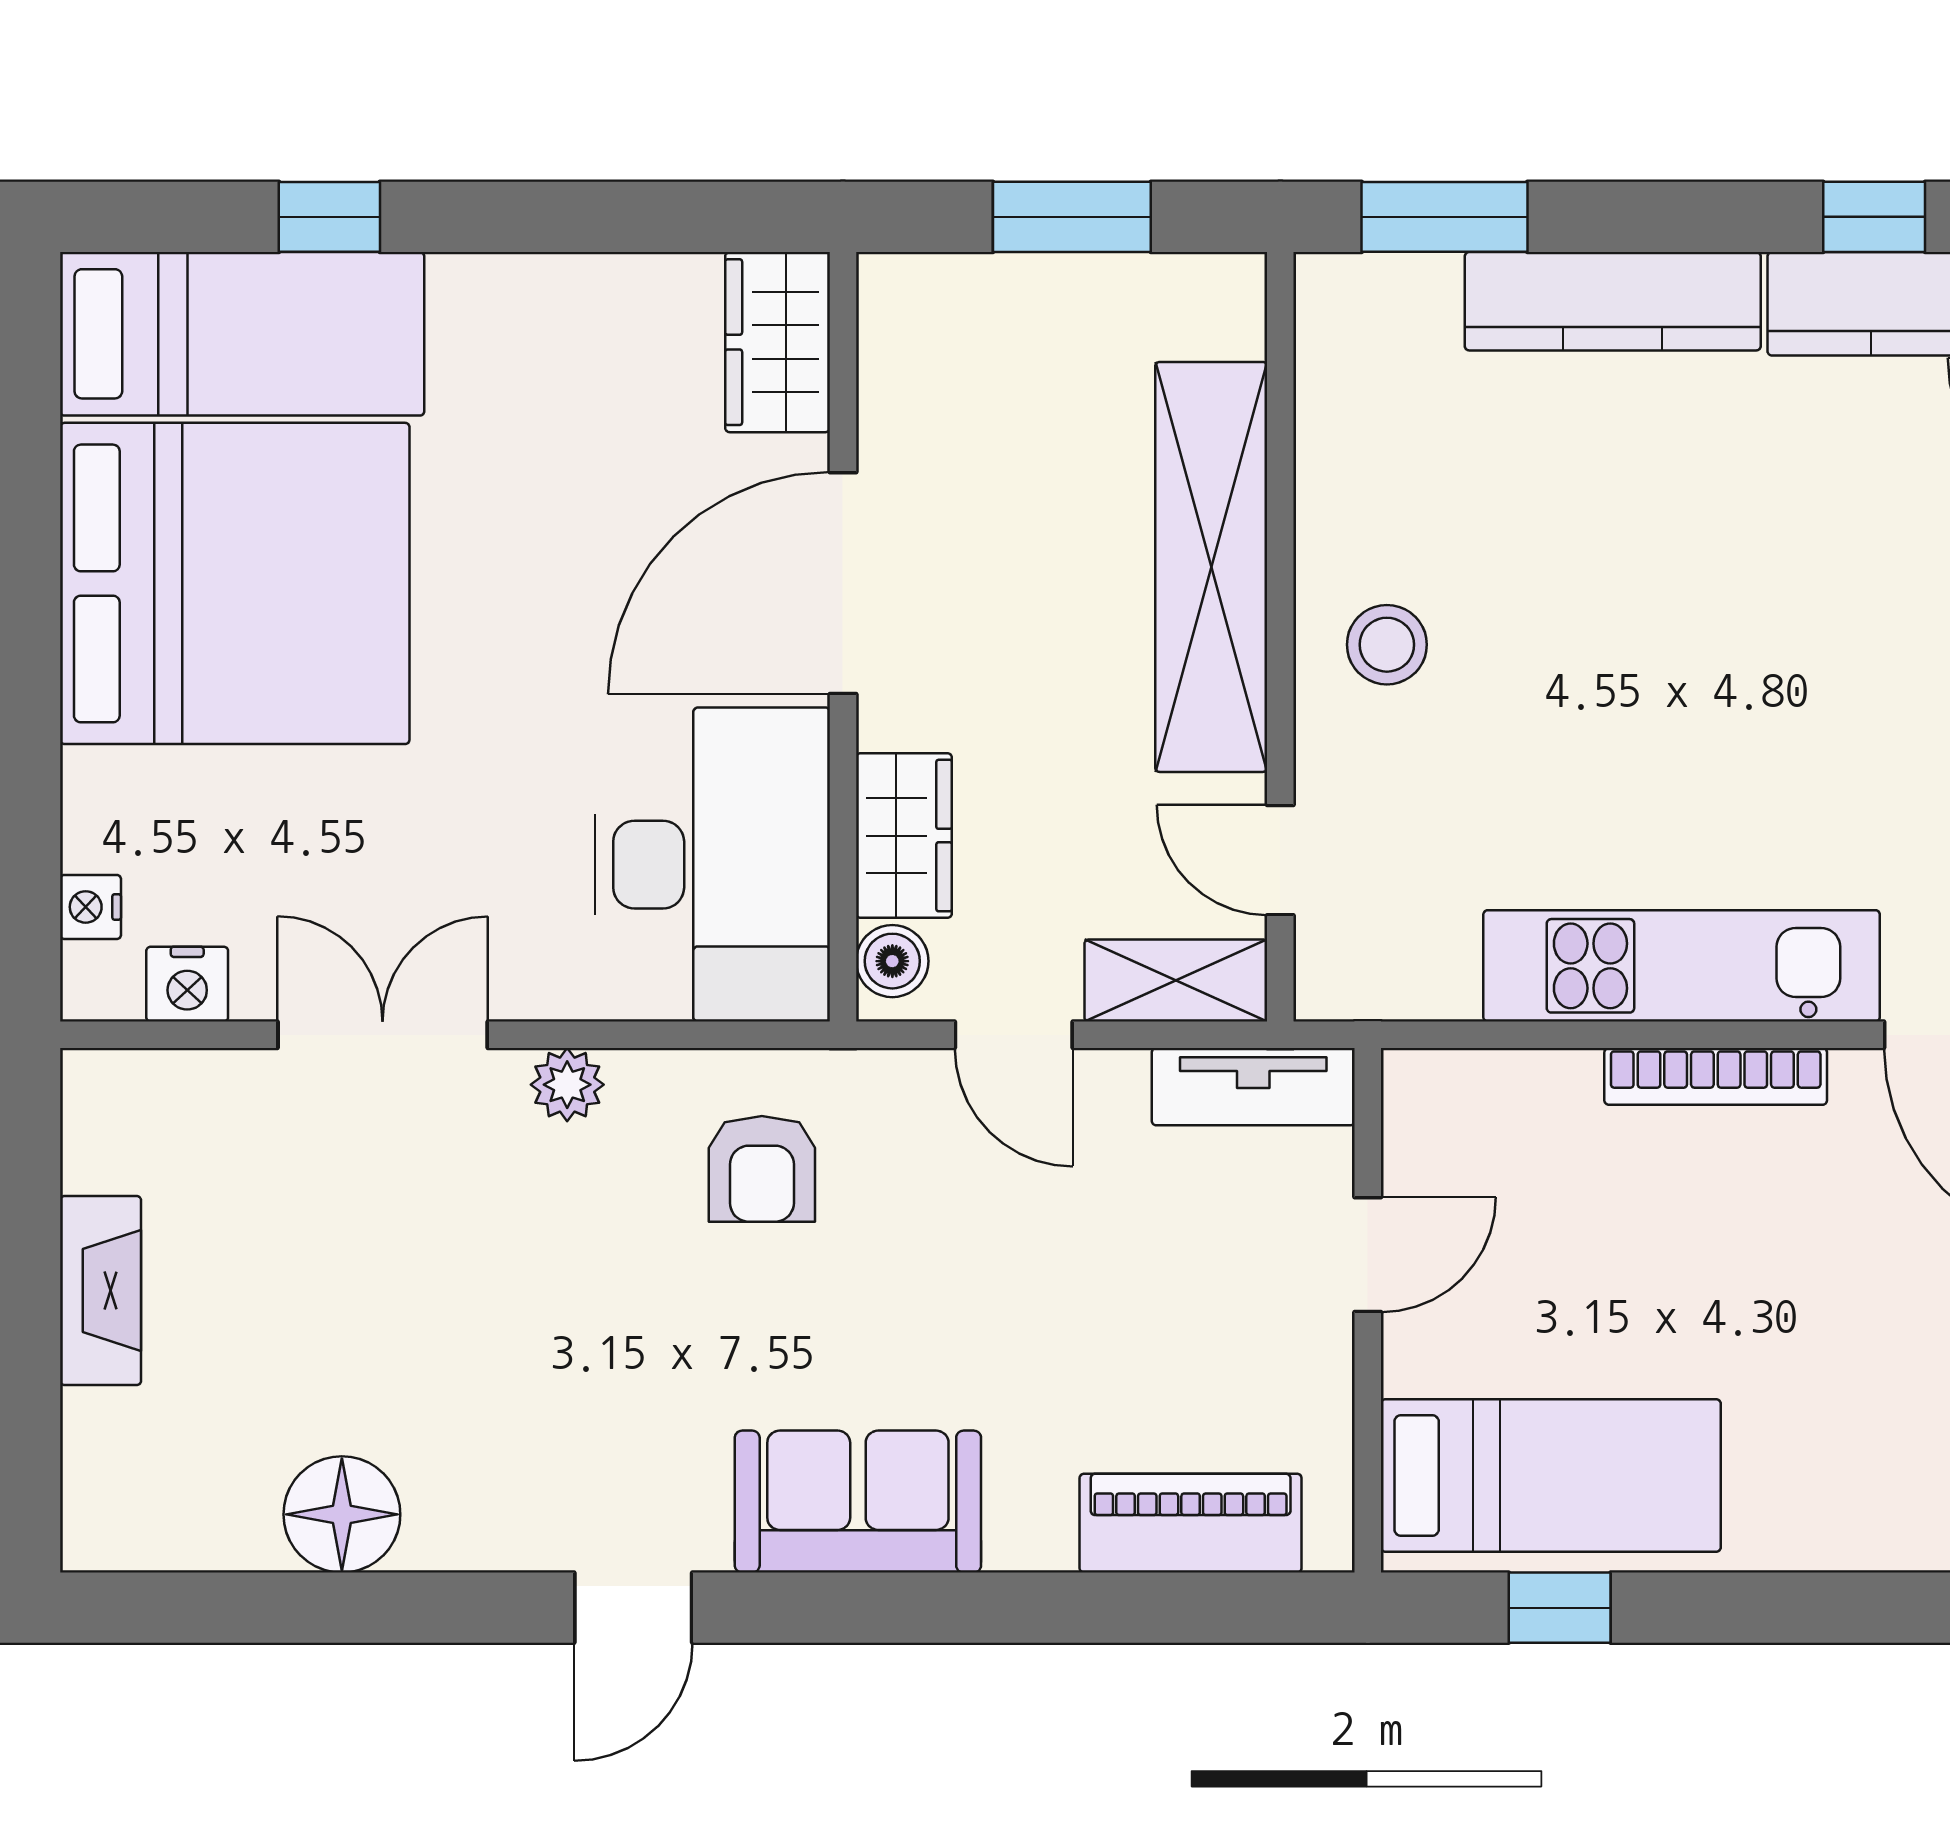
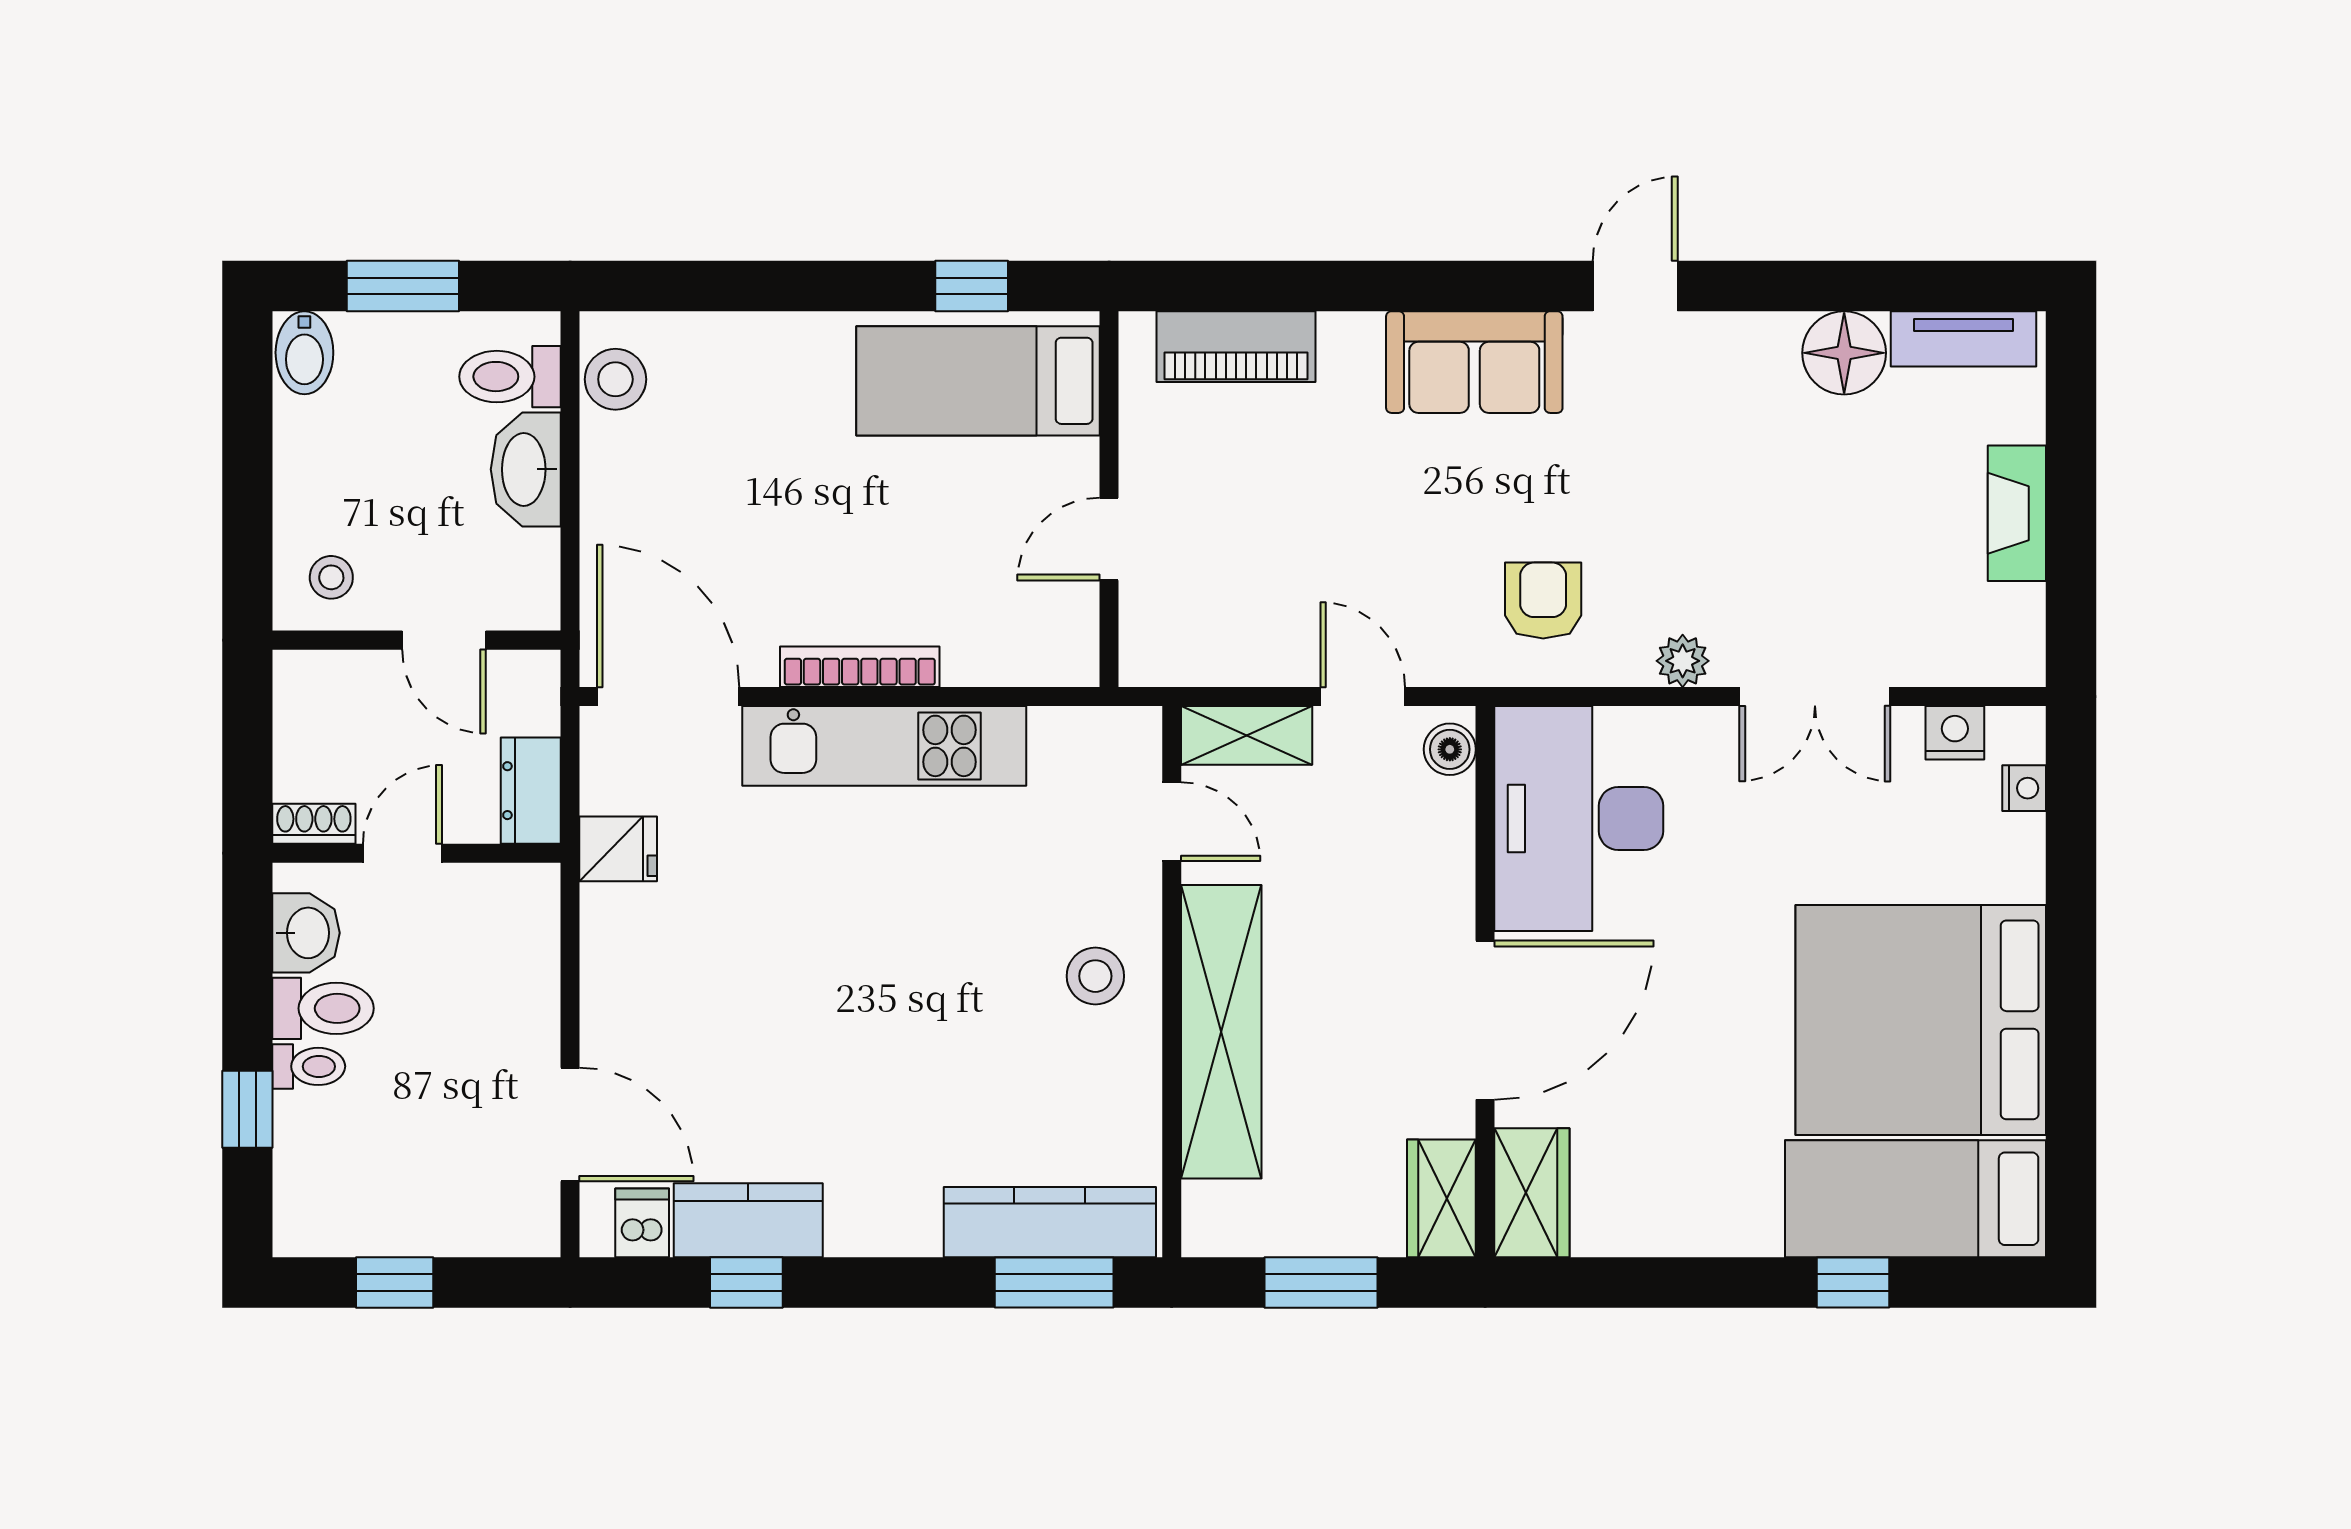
kitchen counter: (1613, 301) -> (1050, 1222), moved
wardrobe: (904, 836) -> (1441, 1198), moved
tv unit: (1253, 1087) -> (1964, 339), moved, turned 180

